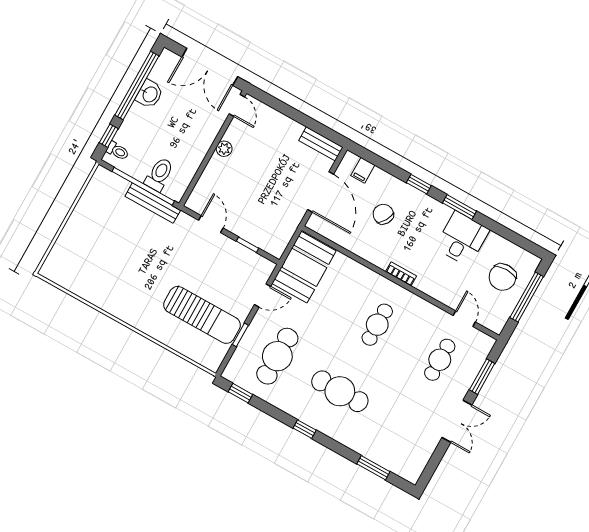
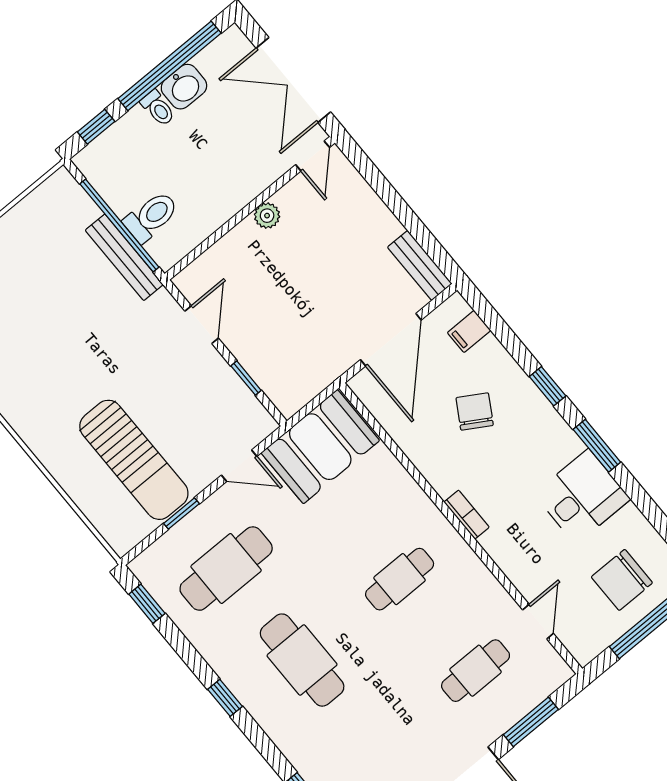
toilet: (118, 151) -> (158, 108), moved

